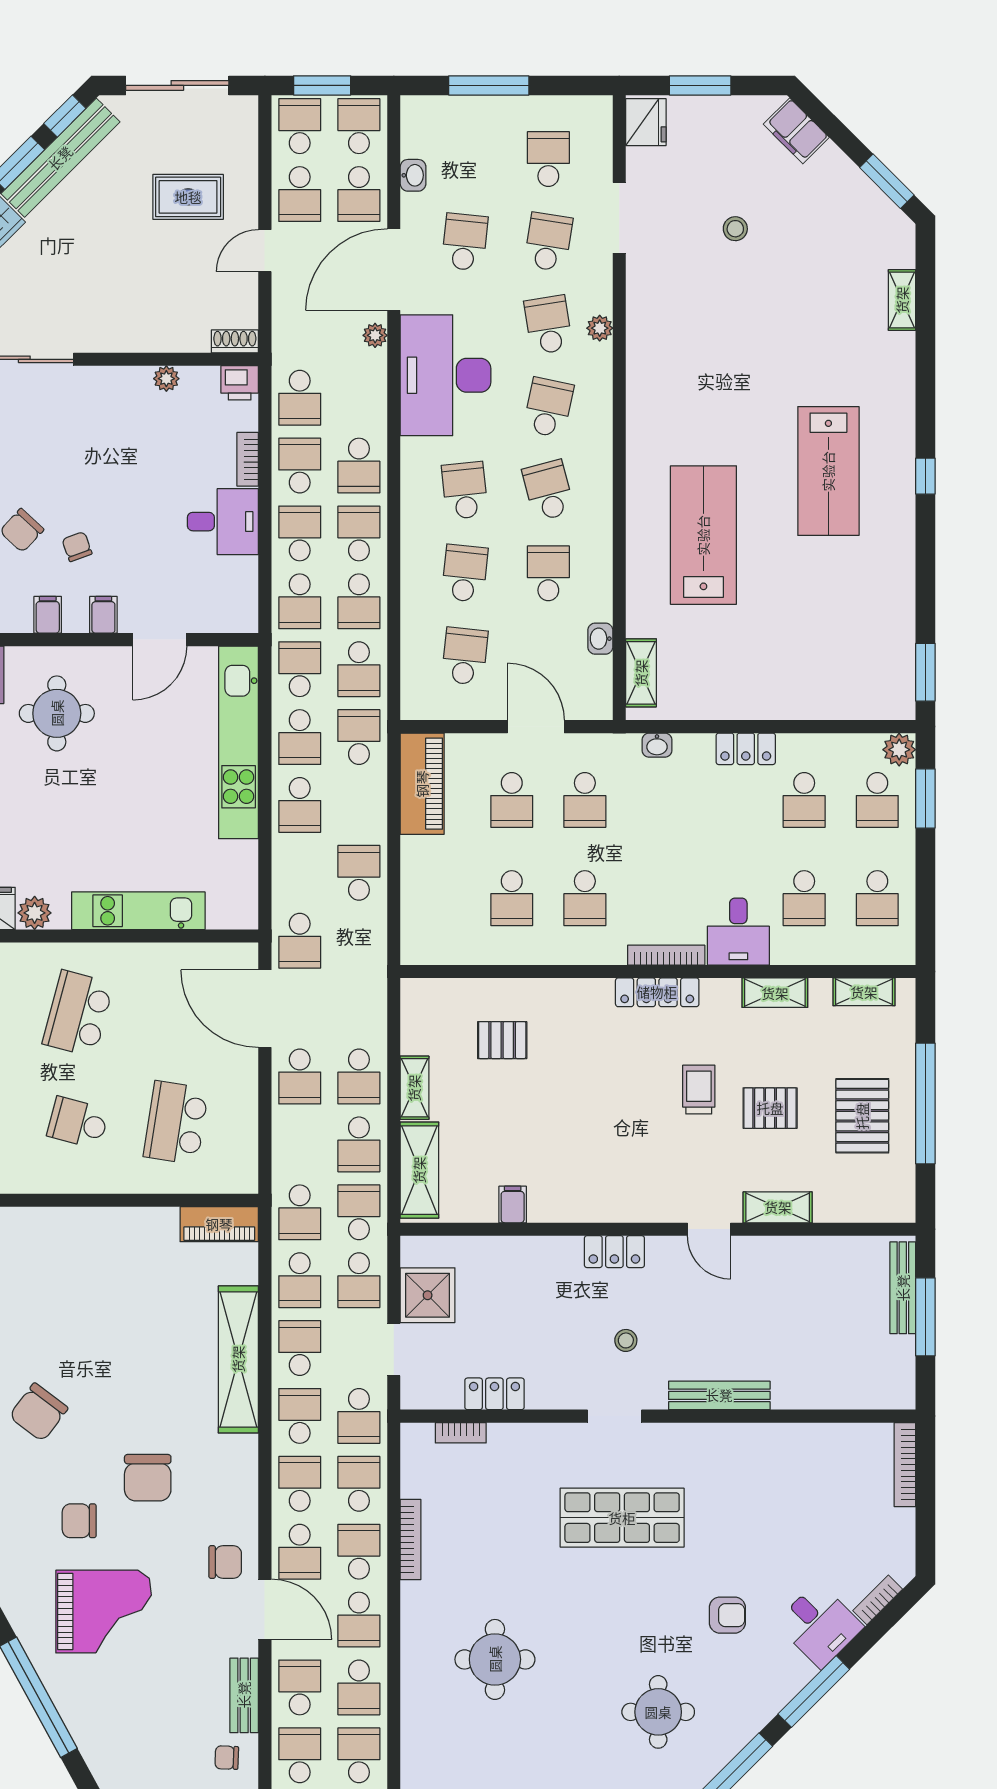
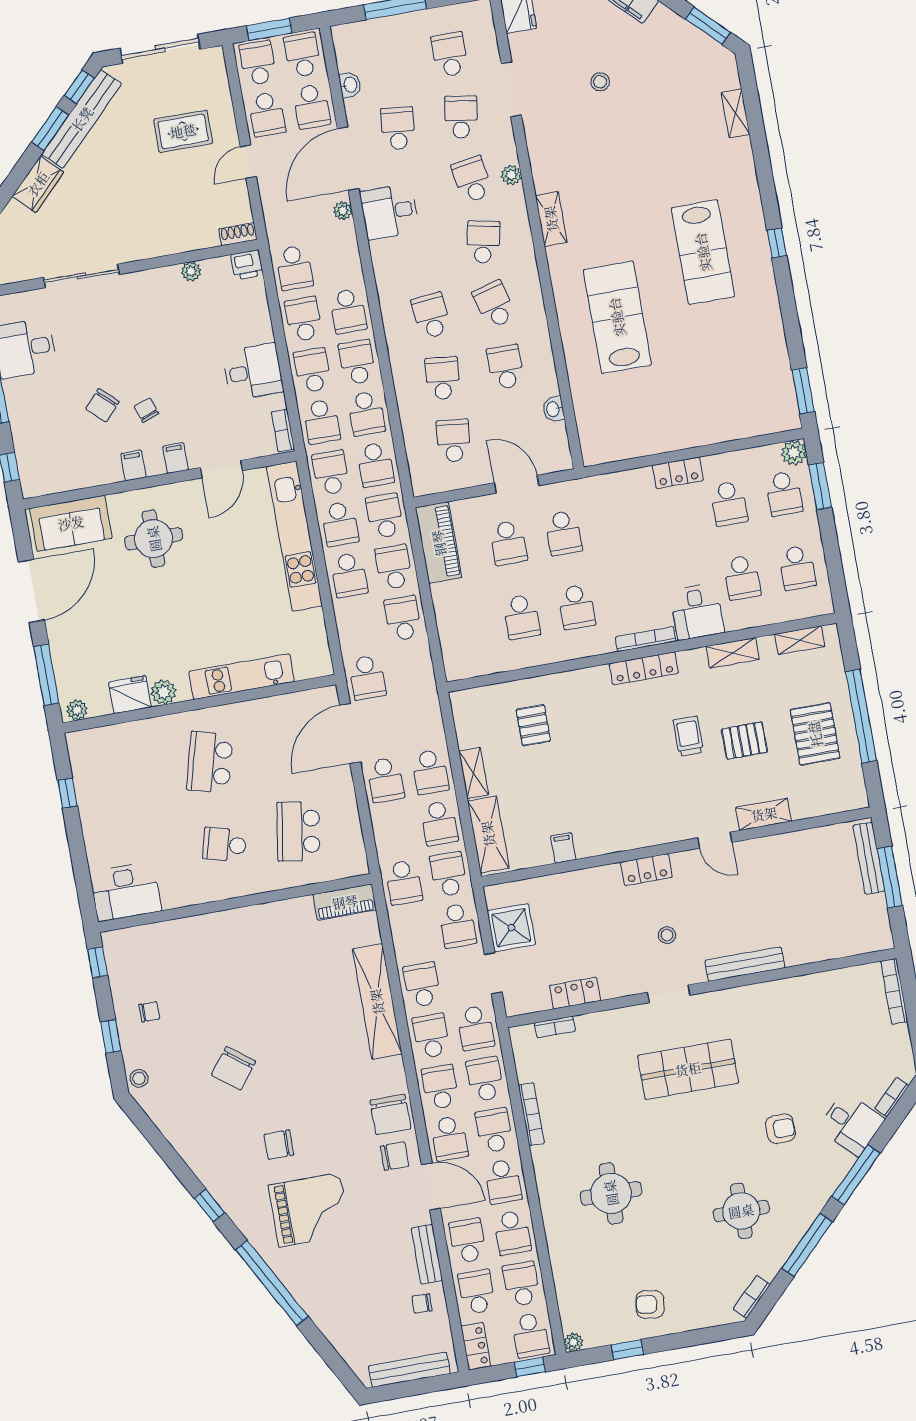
desk: (445, 375) -> (390, 212), width x0.53, depth x0.77
bookcase: (248, 459) -> (283, 431), moved
shelving: (641, 673) -> (551, 219), moved
washbasin: (657, 745) -> (610, 482), removed
door: (265, 1009) -> (350, 733), hinge flipped
pallet: (502, 1040) -> (533, 725), turned 90
school desk: (300, 1280) -> (394, 567), moved, turned 180
chair: (148, 1478) -> (390, 1114), moved

